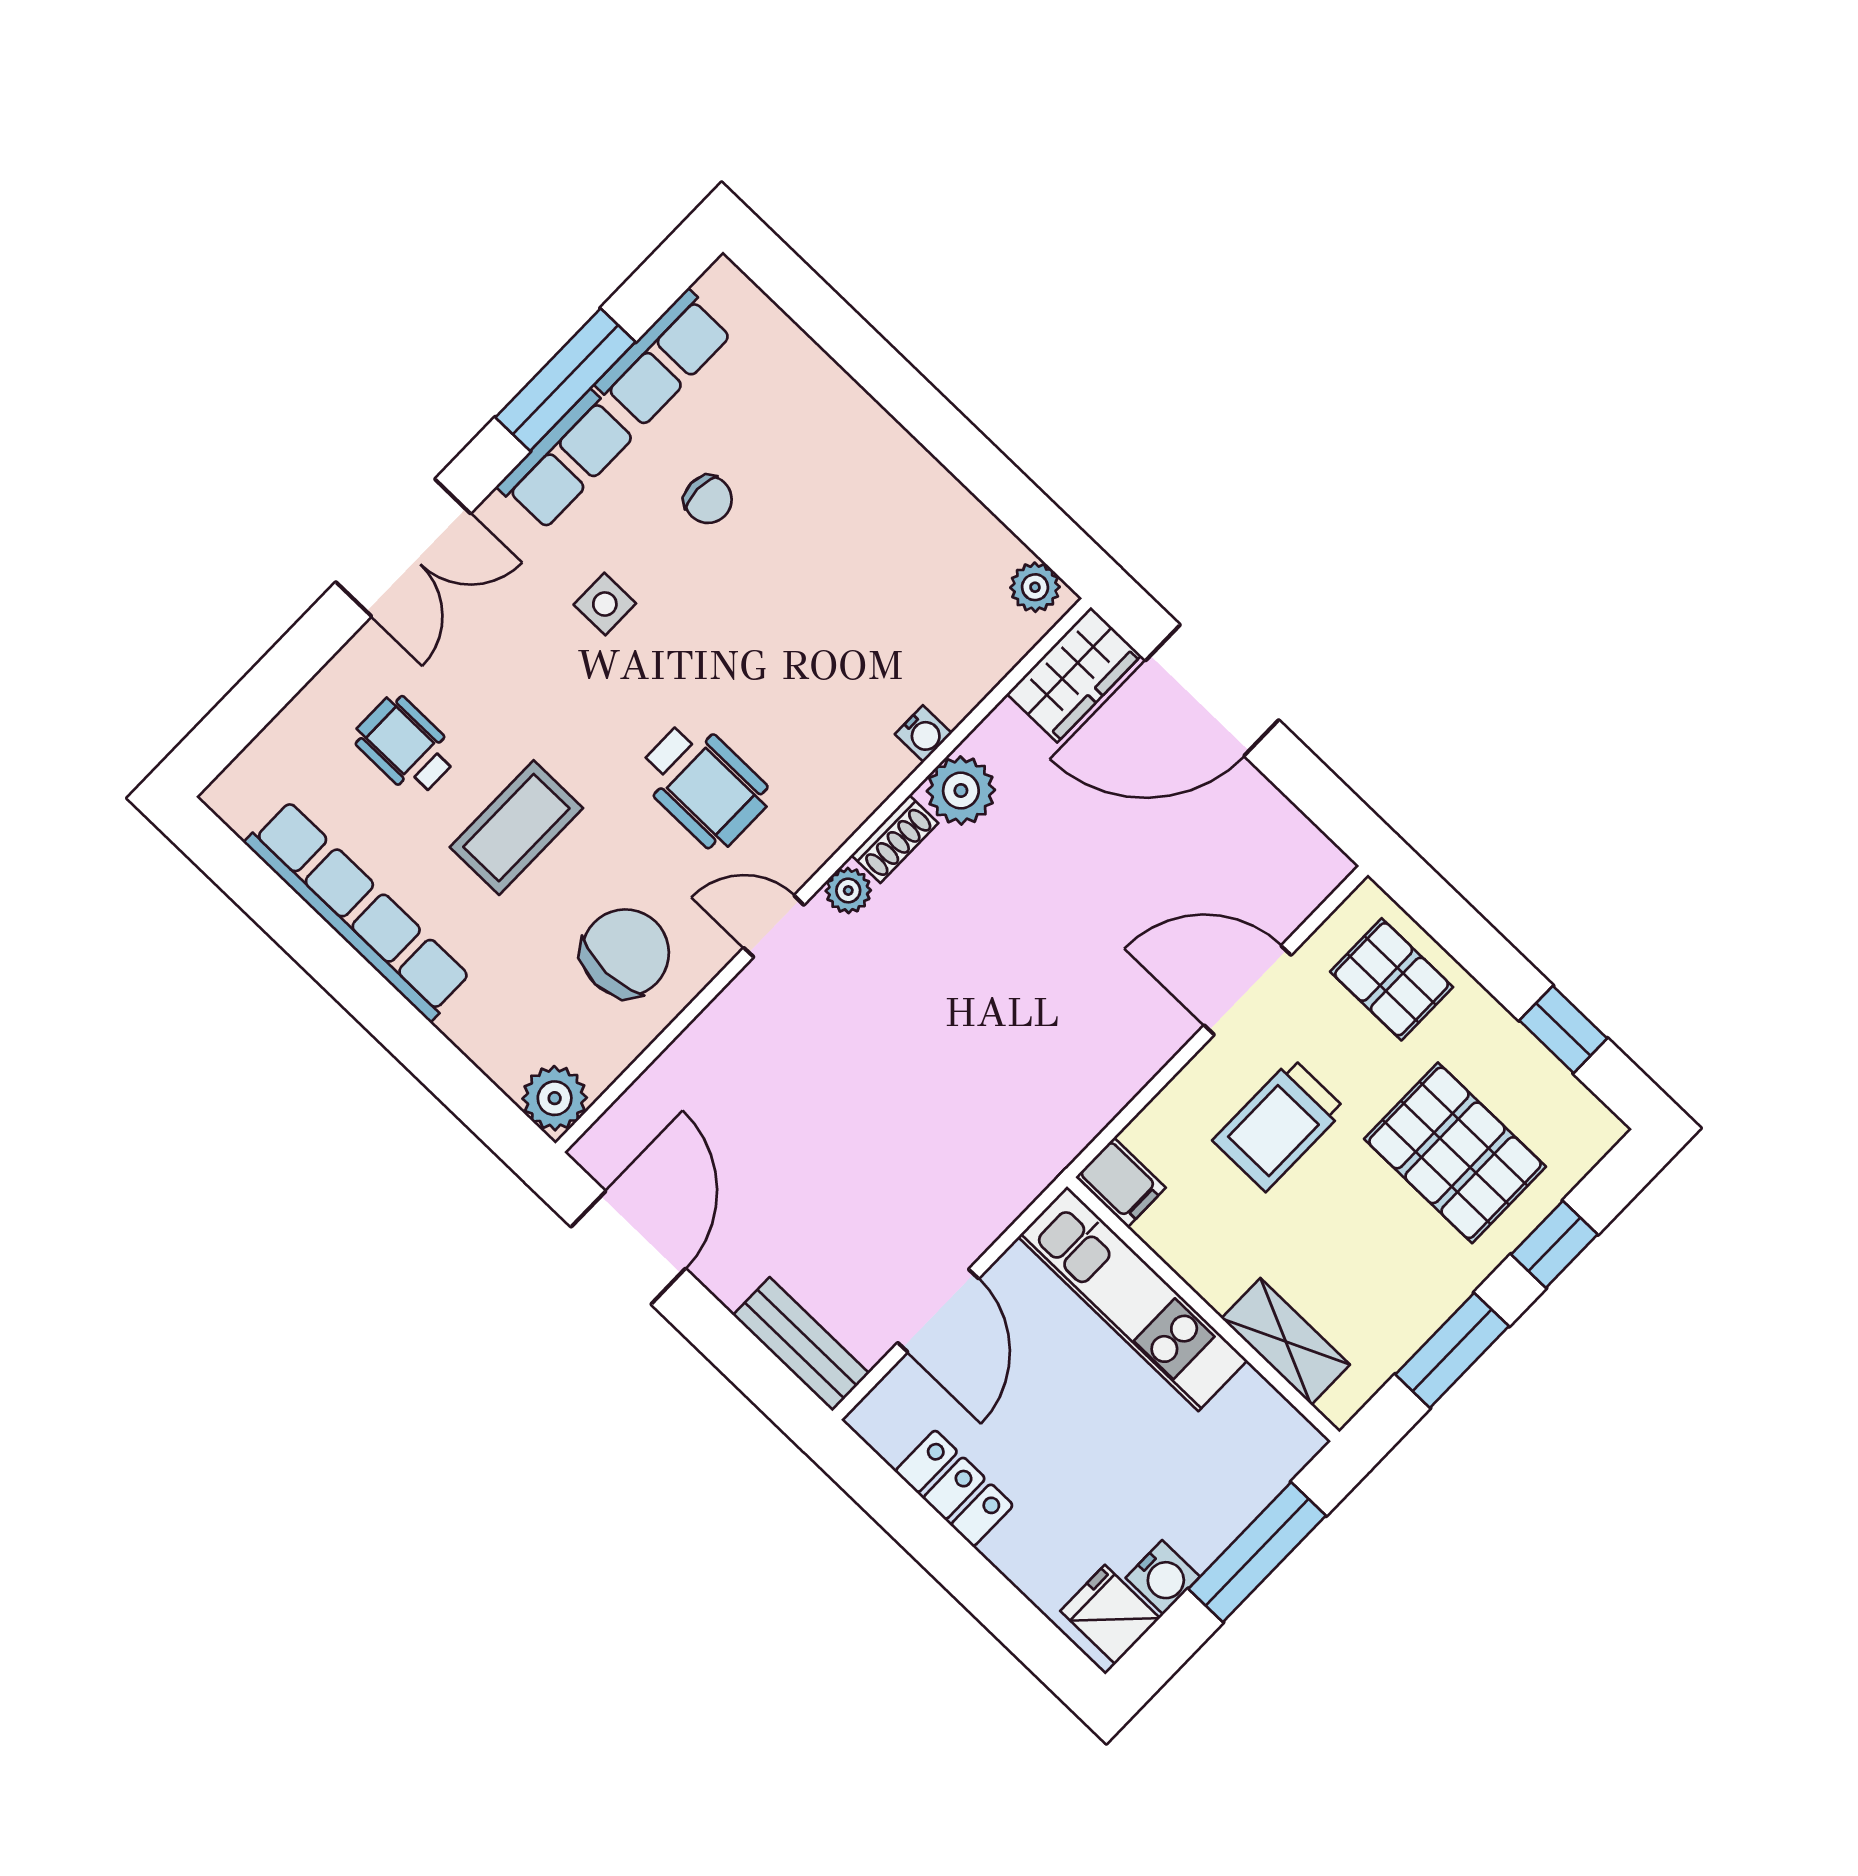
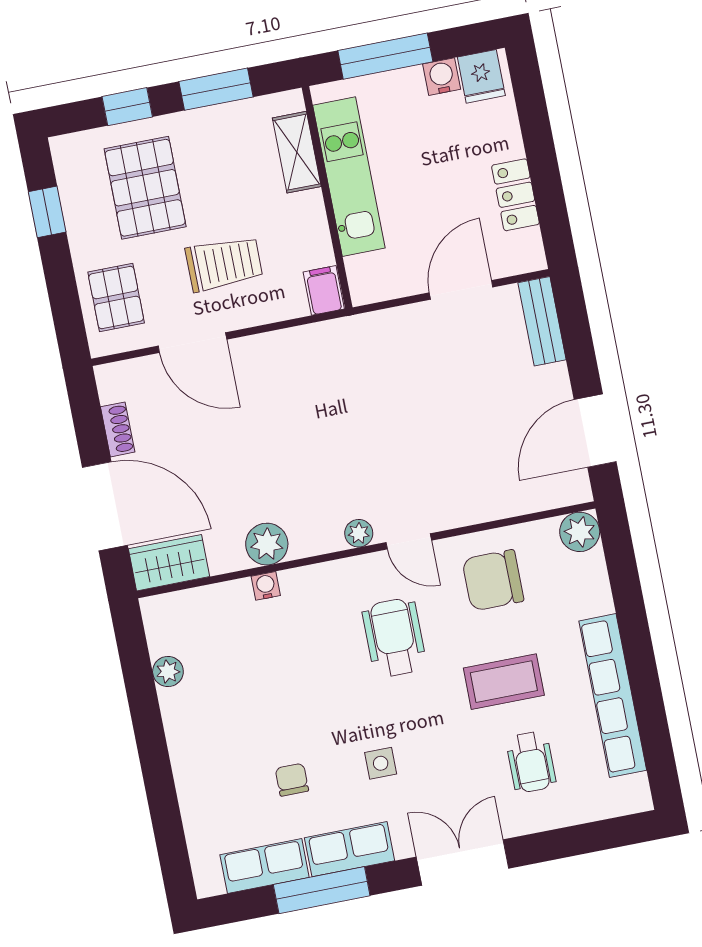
plant: (1035, 587) -> (168, 671), moved
shoe rack: (895, 839) -> (118, 429), moved, turned 90
kitchen unit: (1133, 1299) -> (349, 177), moved

